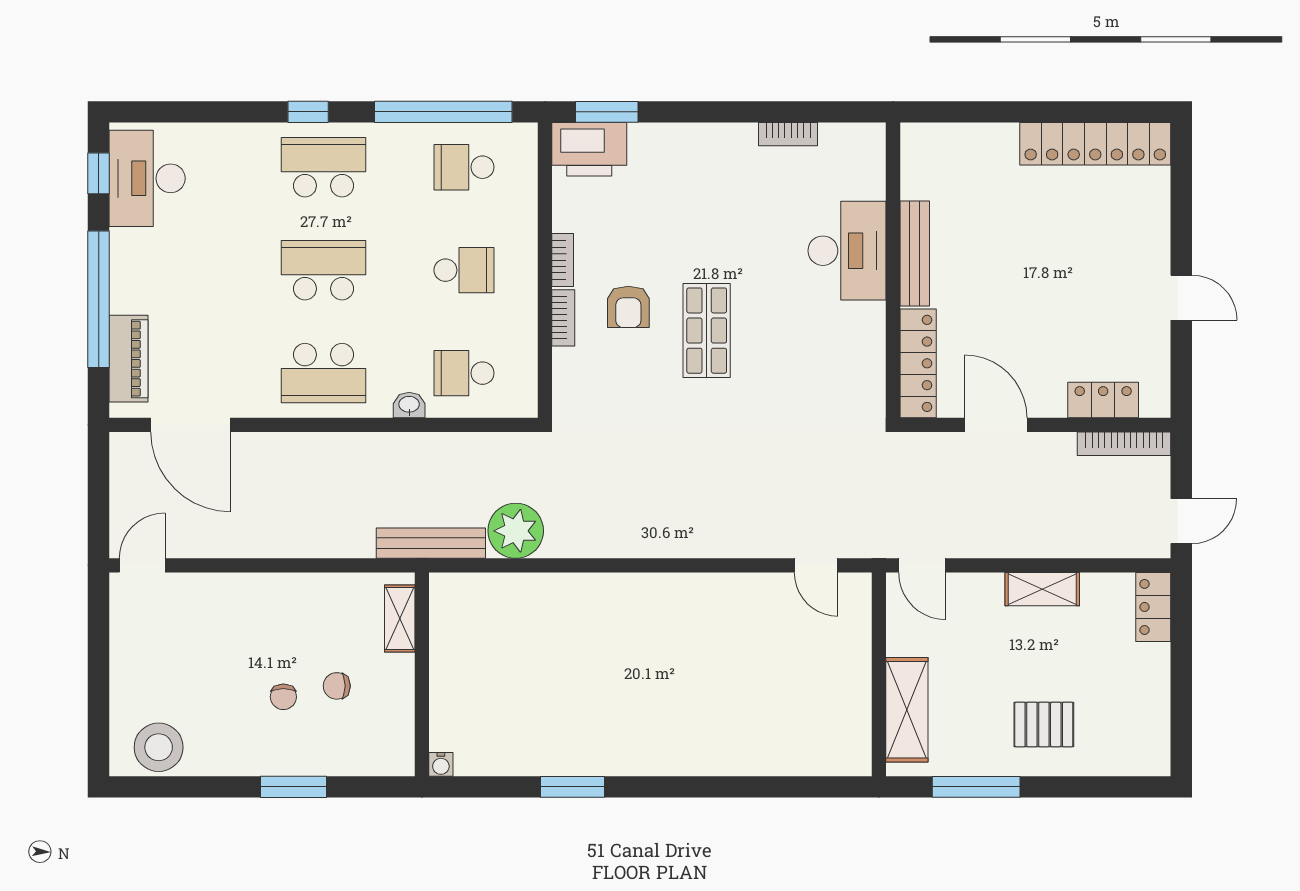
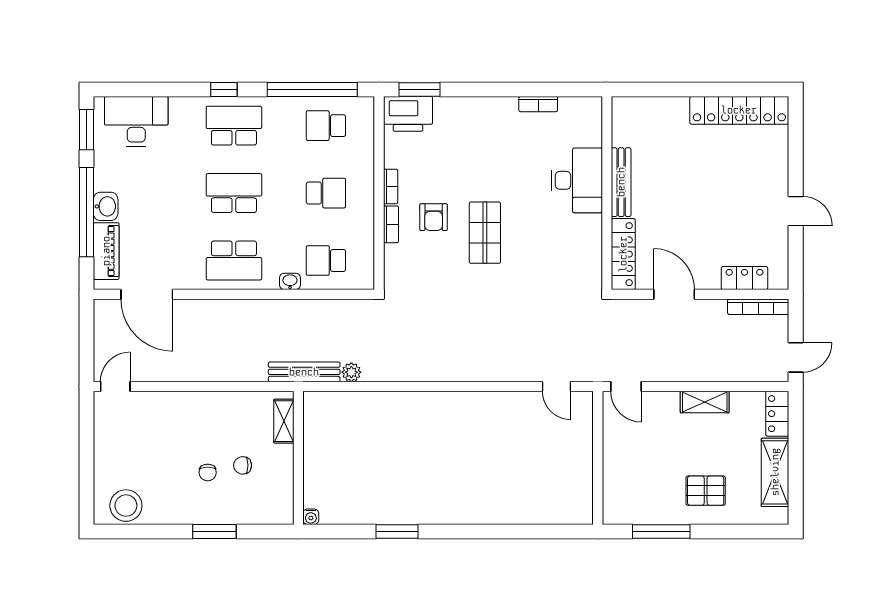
window: (99, 173) -> (87, 130), width x1.50
desk: (147, 178) -> (136, 121), moved, turned 90
washbasin: (128, 290) -> (106, 206), added
plant: (516, 531) -> (351, 372), width x0.53, depth x0.53
shelving: (907, 710) -> (775, 472), moved

